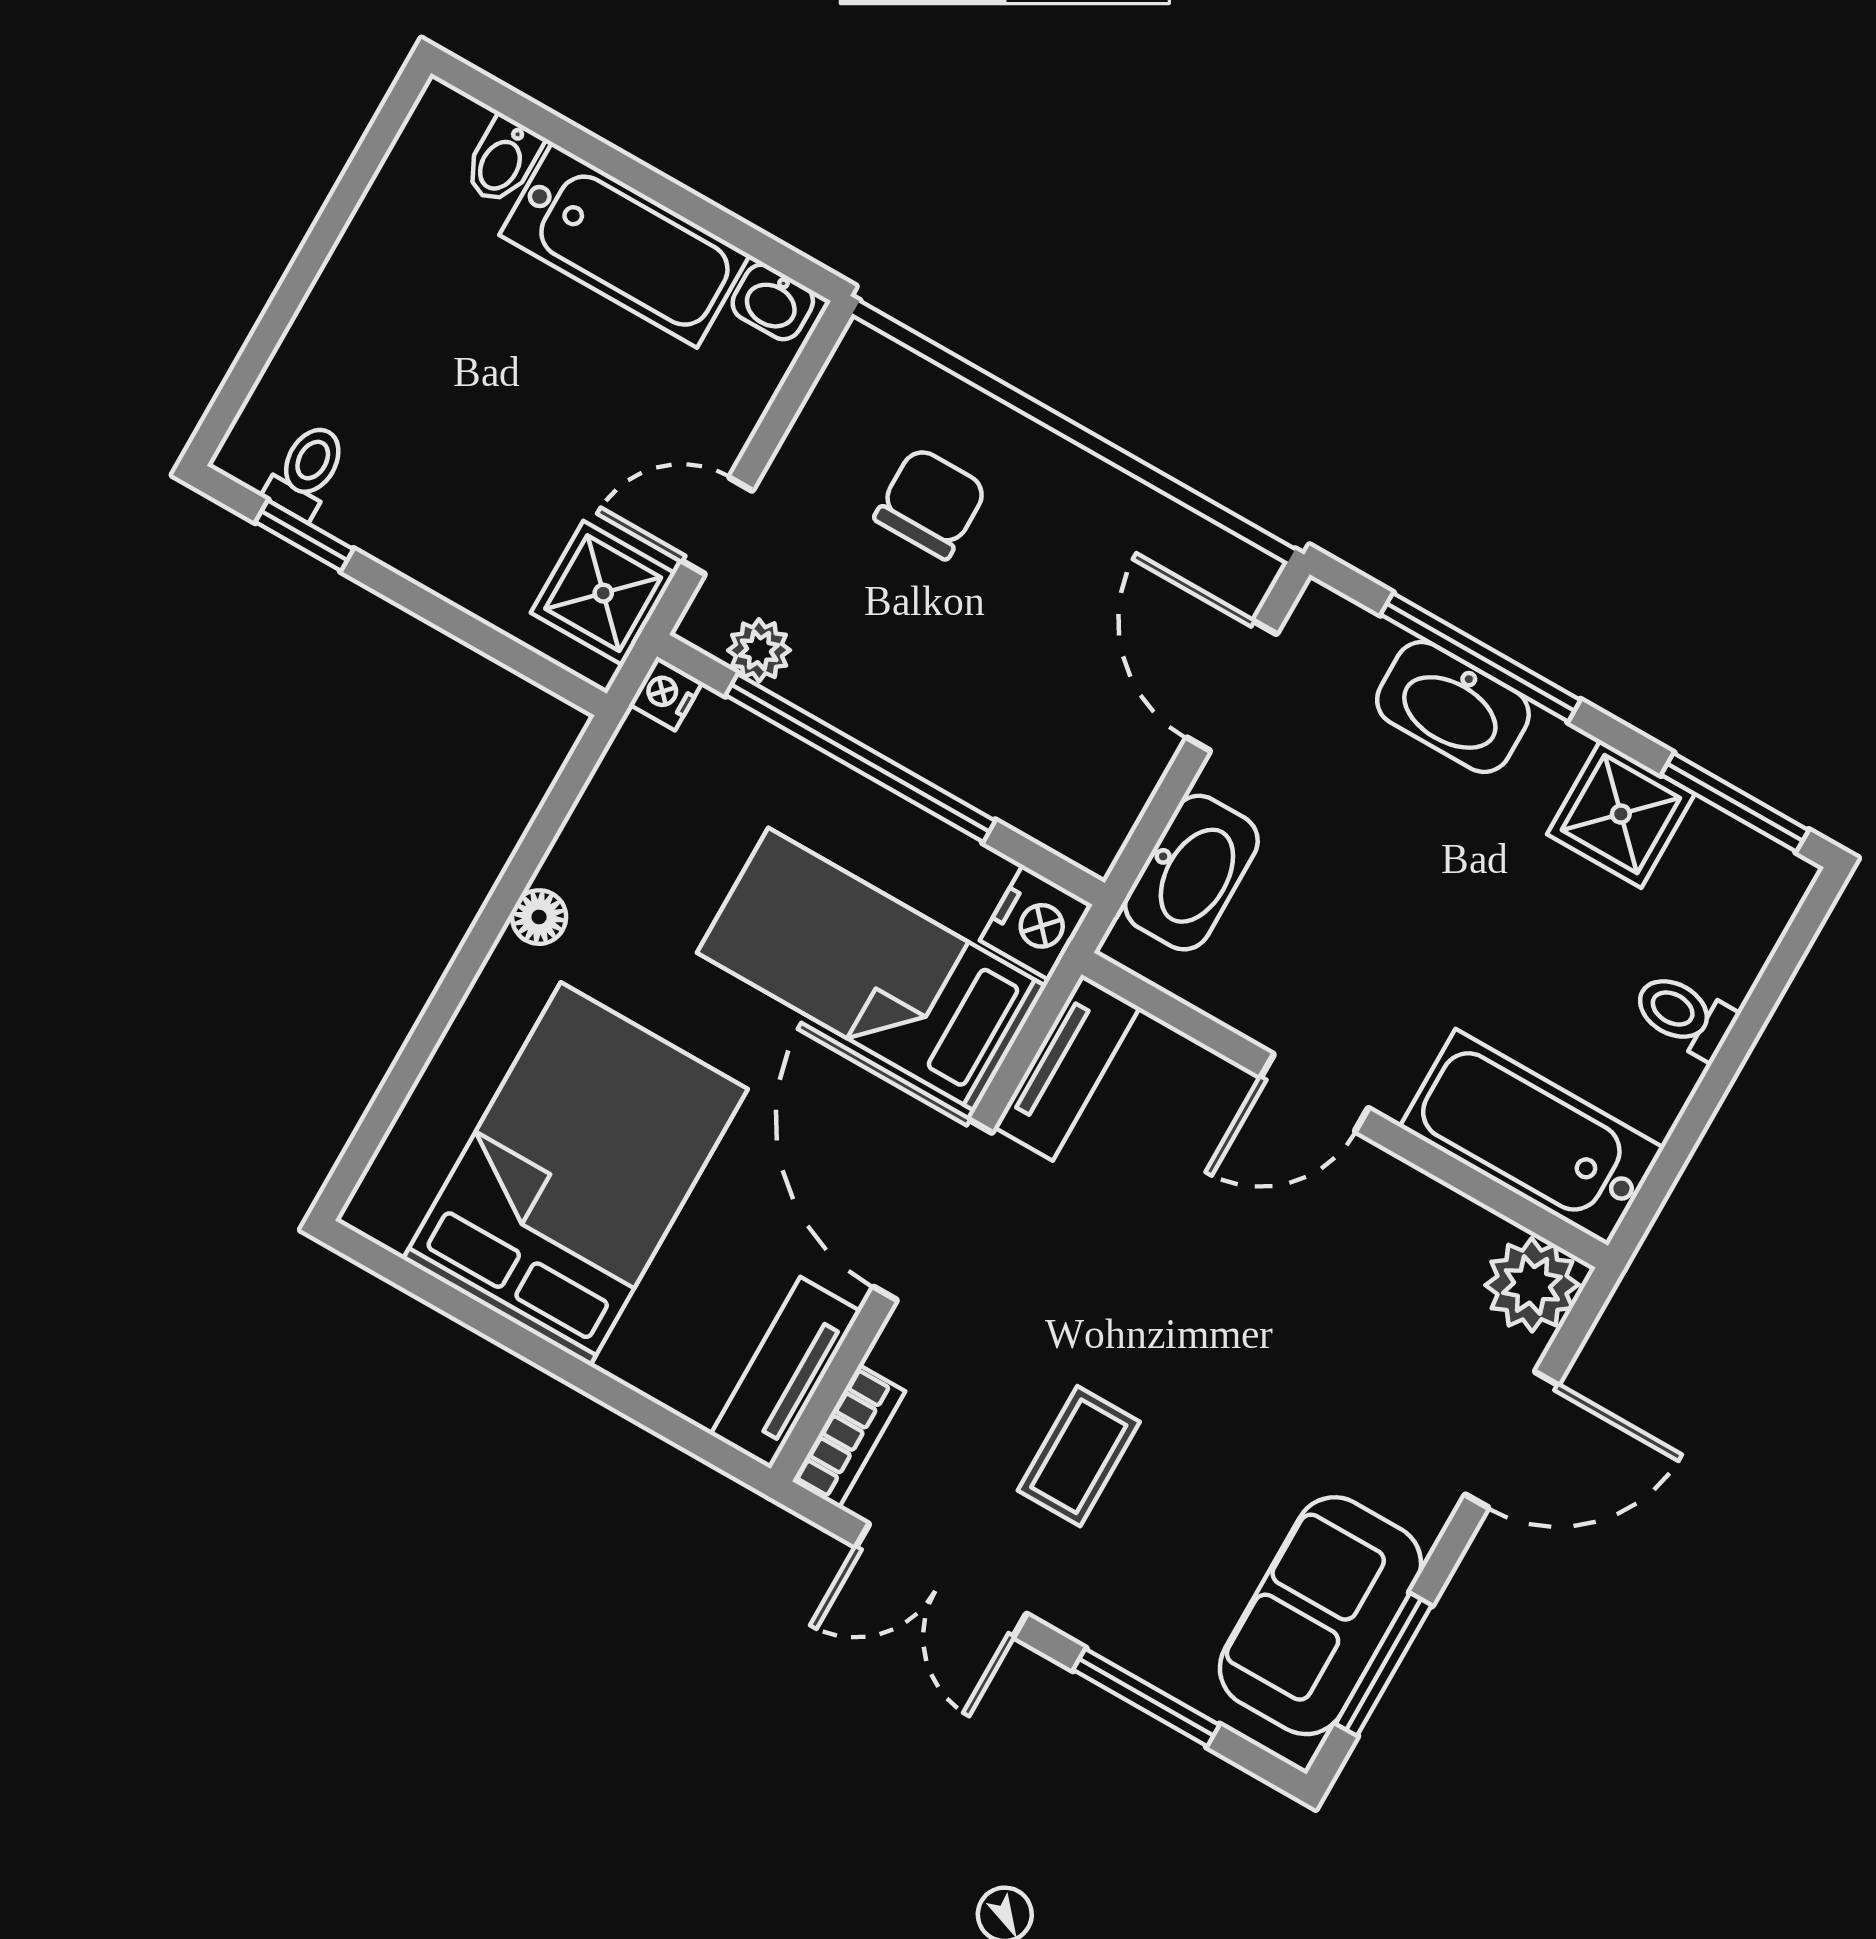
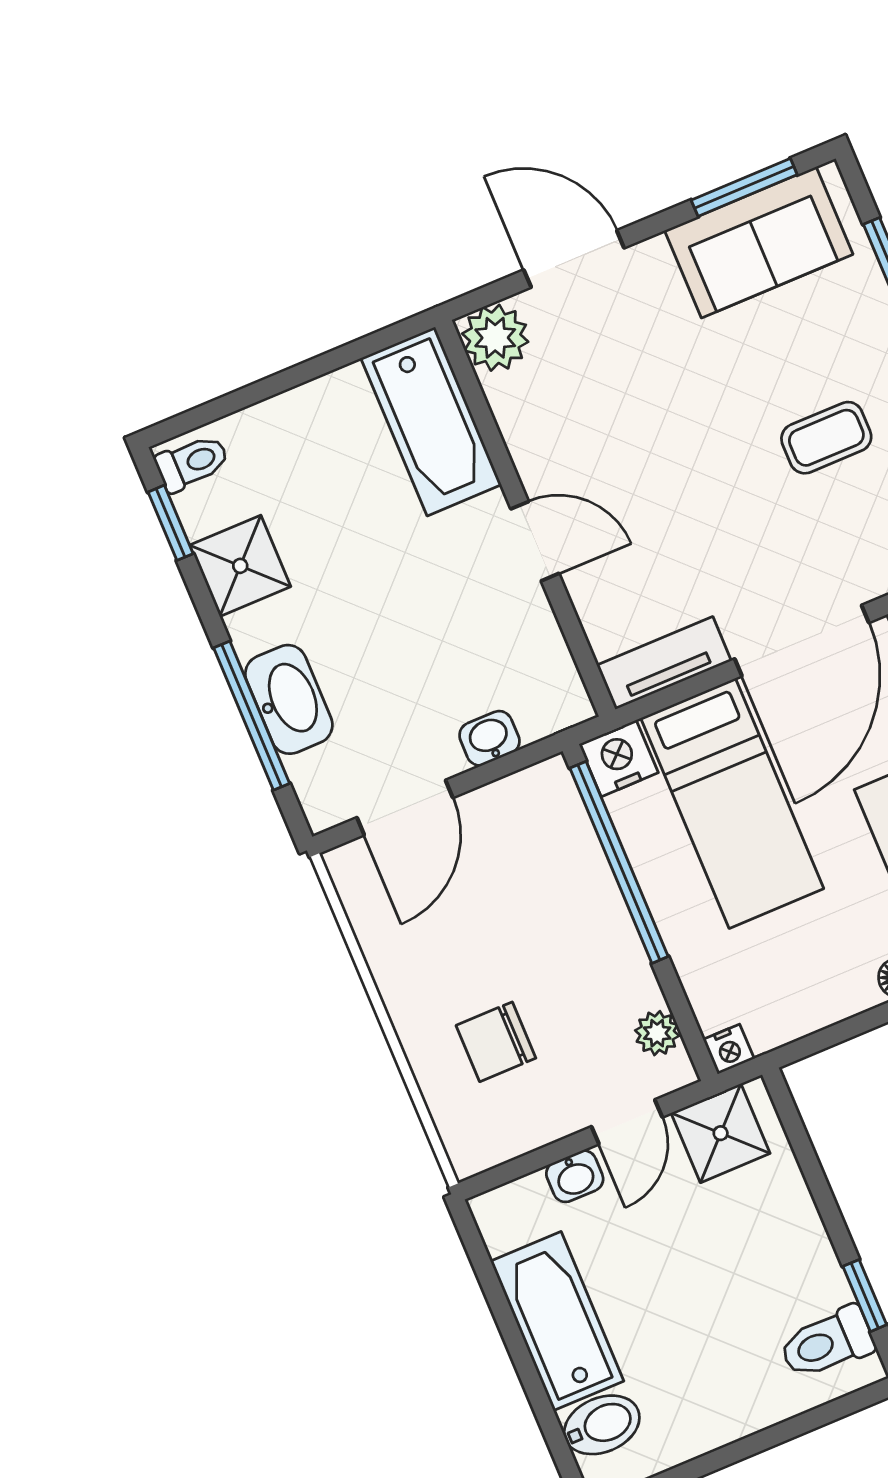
bidet: (503, 160) -> (602, 1425), width x1.38, depth x1.36
washbasin: (773, 302) -> (575, 1176), moved, turned 90
toilet: (307, 471) -> (827, 1343), width x1.37, depth x1.39
door: (717, 526) -> (627, 1122), hinge flipped
window: (860, 758) -> (619, 862), moved
window: (1735, 802) -> (171, 523), width x0.67
washbasin: (1191, 873) -> (489, 738), width x0.52, depth x0.69
toilet: (1684, 1015) -> (192, 463), moved, turned -90

